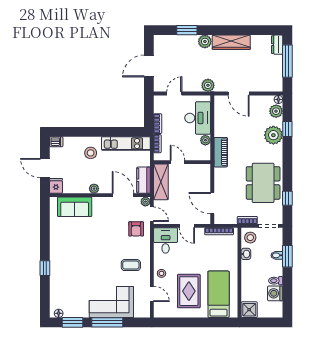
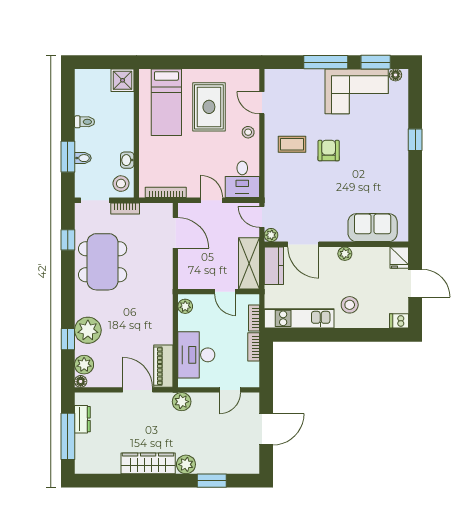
dresser: (277, 45) -> (82, 419), moved
plant: (205, 140) -> (185, 306), moved
piano: (221, 152) -> (163, 366), moved
armchair: (136, 229) -> (329, 151), moved
washing machine: (275, 293) -> (85, 104), removed
corner sofa: (111, 302) -> (357, 91), moved

